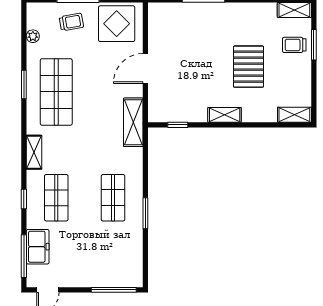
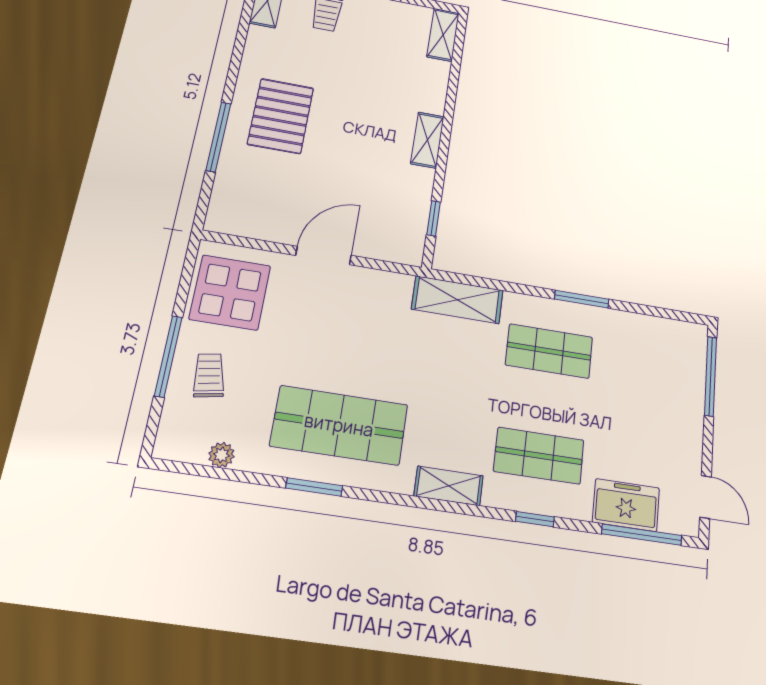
pallet: (248, 67) -> (281, 116), moved, turned 90
door: (145, 68) -> (324, 255), swing flipped
shelving: (133, 122) -> (457, 300), moved

